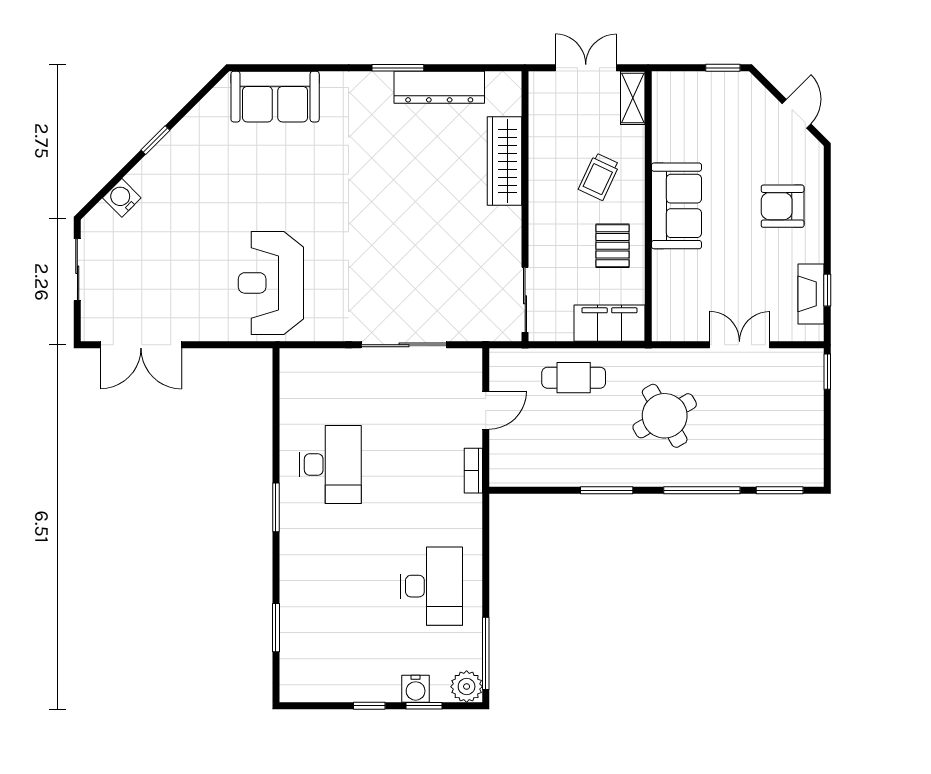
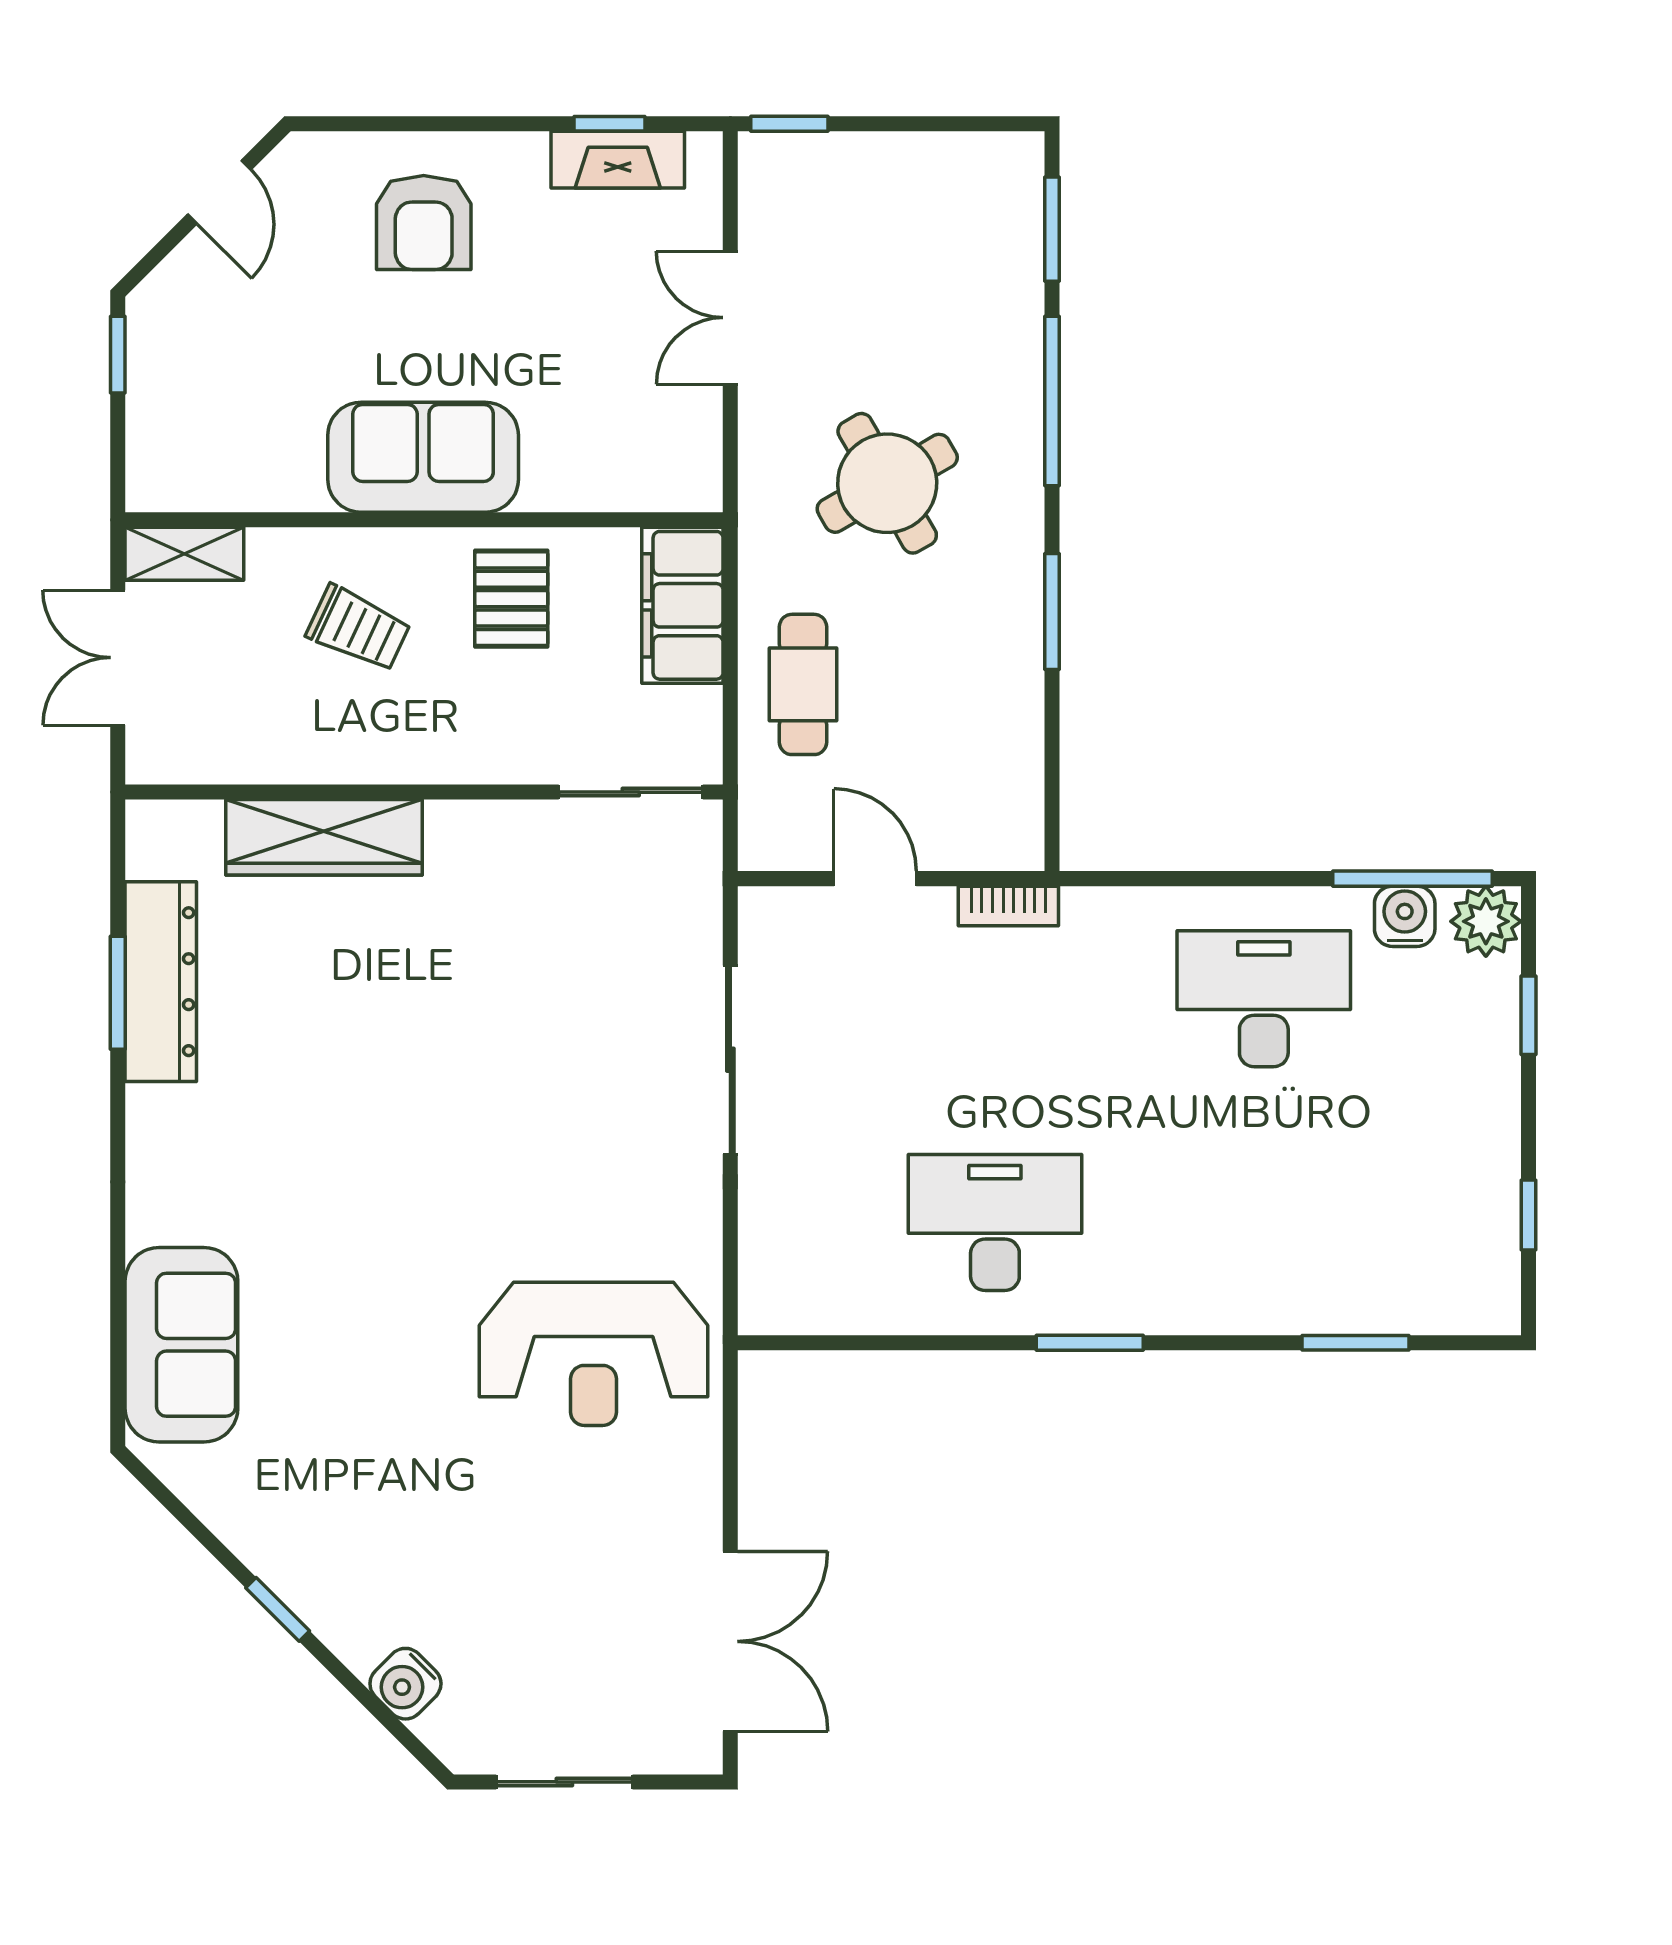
window: (398, 68) -> (118, 993), moved
door: (796, 114) -> (219, 192), swing flipped
pallet: (612, 246) -> (511, 599), turned 90
water cooler: (416, 689) -> (1405, 916), moved, turned -90
window: (369, 706) -> (1528, 1215), moved

